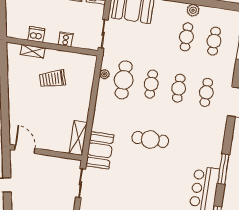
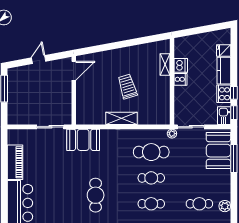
cooker: (66, 39) -> (181, 79), moved
plant: (104, 74) -> (172, 134), moved
trolley: (52, 79) -> (127, 86), moved
shelving: (78, 138) -> (121, 118), moved
cafe table: (150, 139) -> (96, 195), moved

